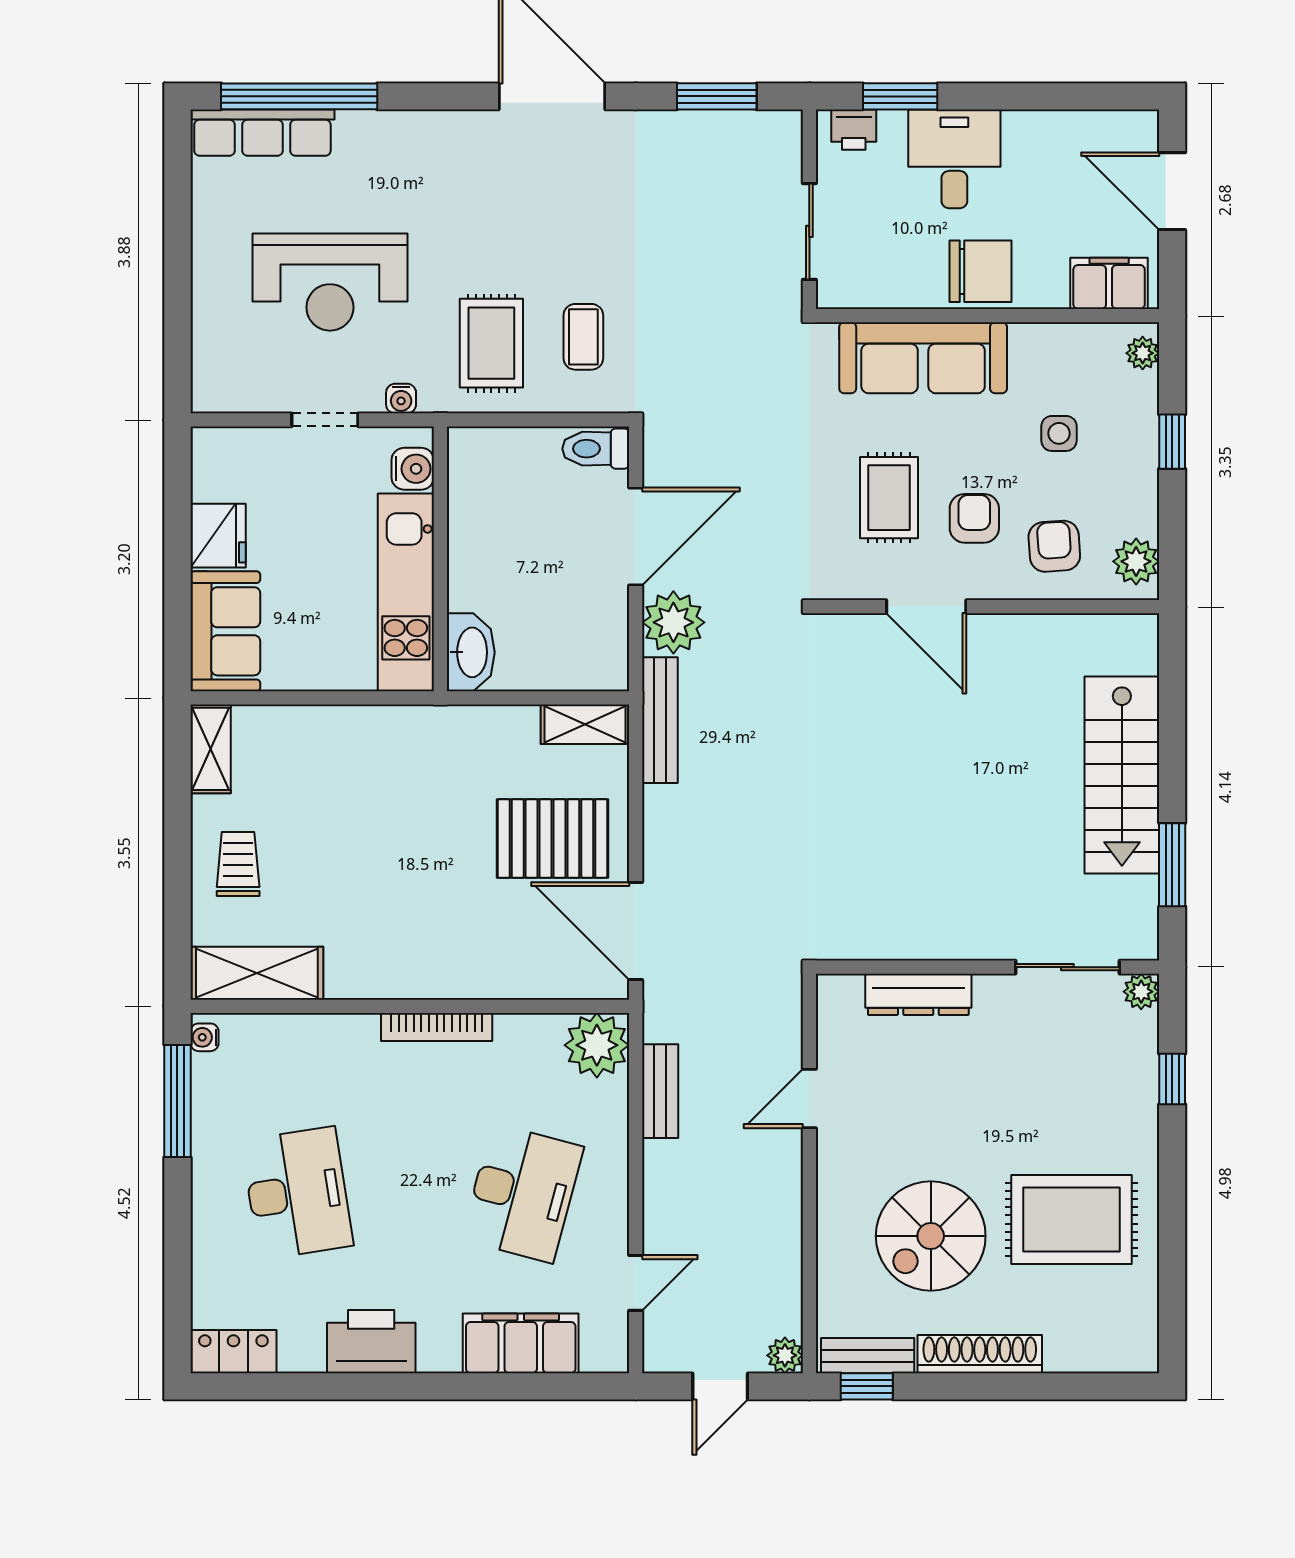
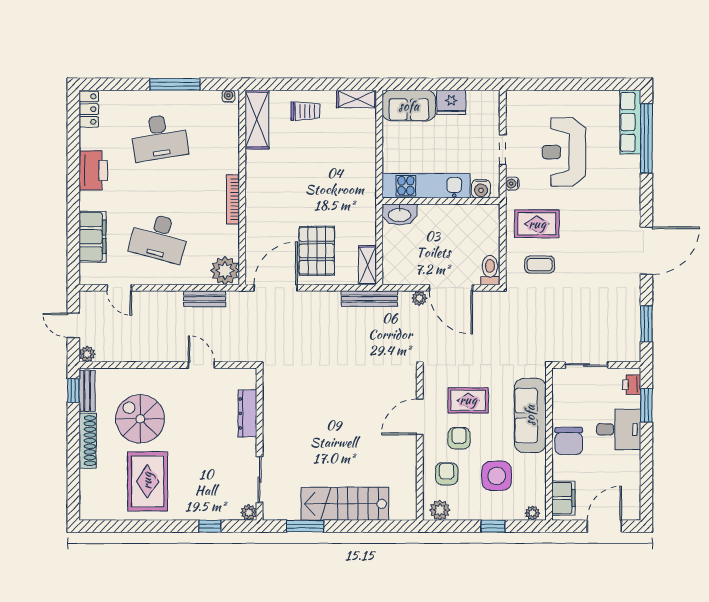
side table: (1059, 433) -> (497, 476), width x1.87, depth x1.87
armchair: (974, 518) -> (459, 438), turned -90
armchair: (1054, 546) -> (447, 474), turned -86
plant: (673, 622) -> (419, 298), width x0.53, depth x0.53
window: (177, 1101) -> (175, 84), moved

